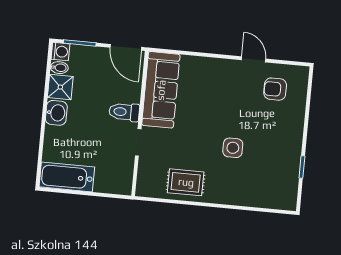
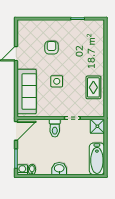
shower: (60, 87) -> (97, 126), moved
armchair: (275, 89) -> (51, 48), moved, turned 180
sofa: (161, 90) -> (27, 92), moved, turned 90
side table: (233, 148) -> (57, 81), moved

